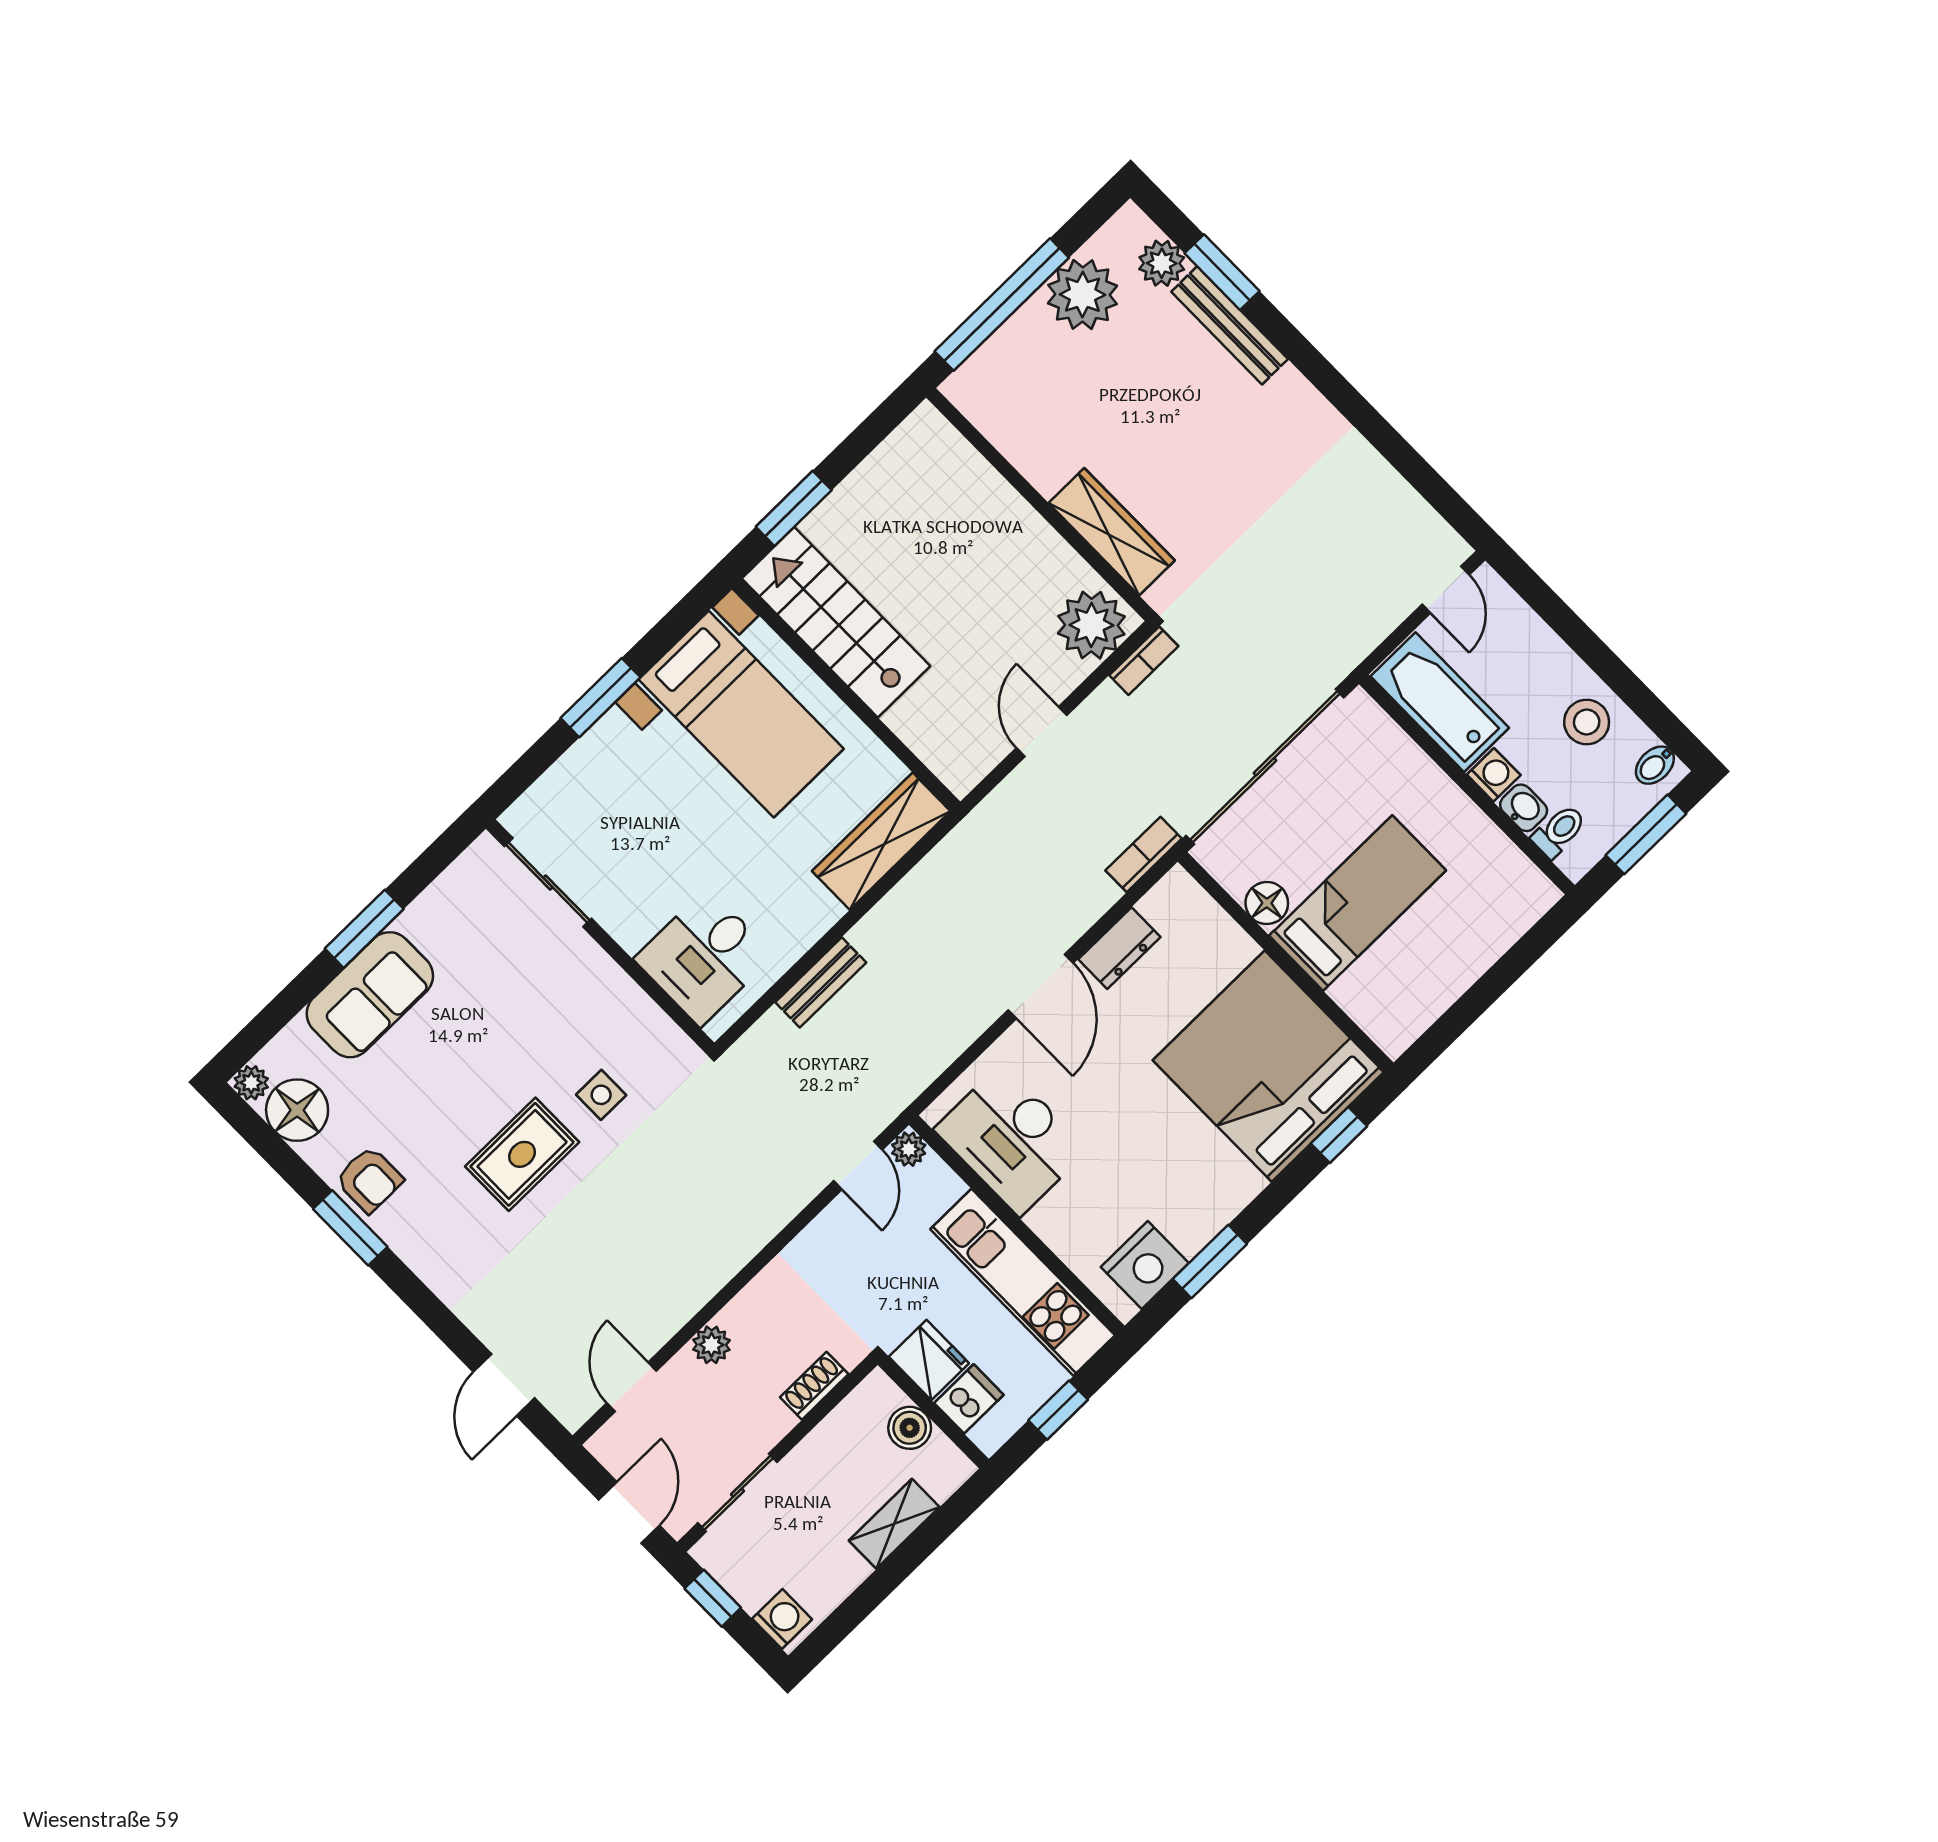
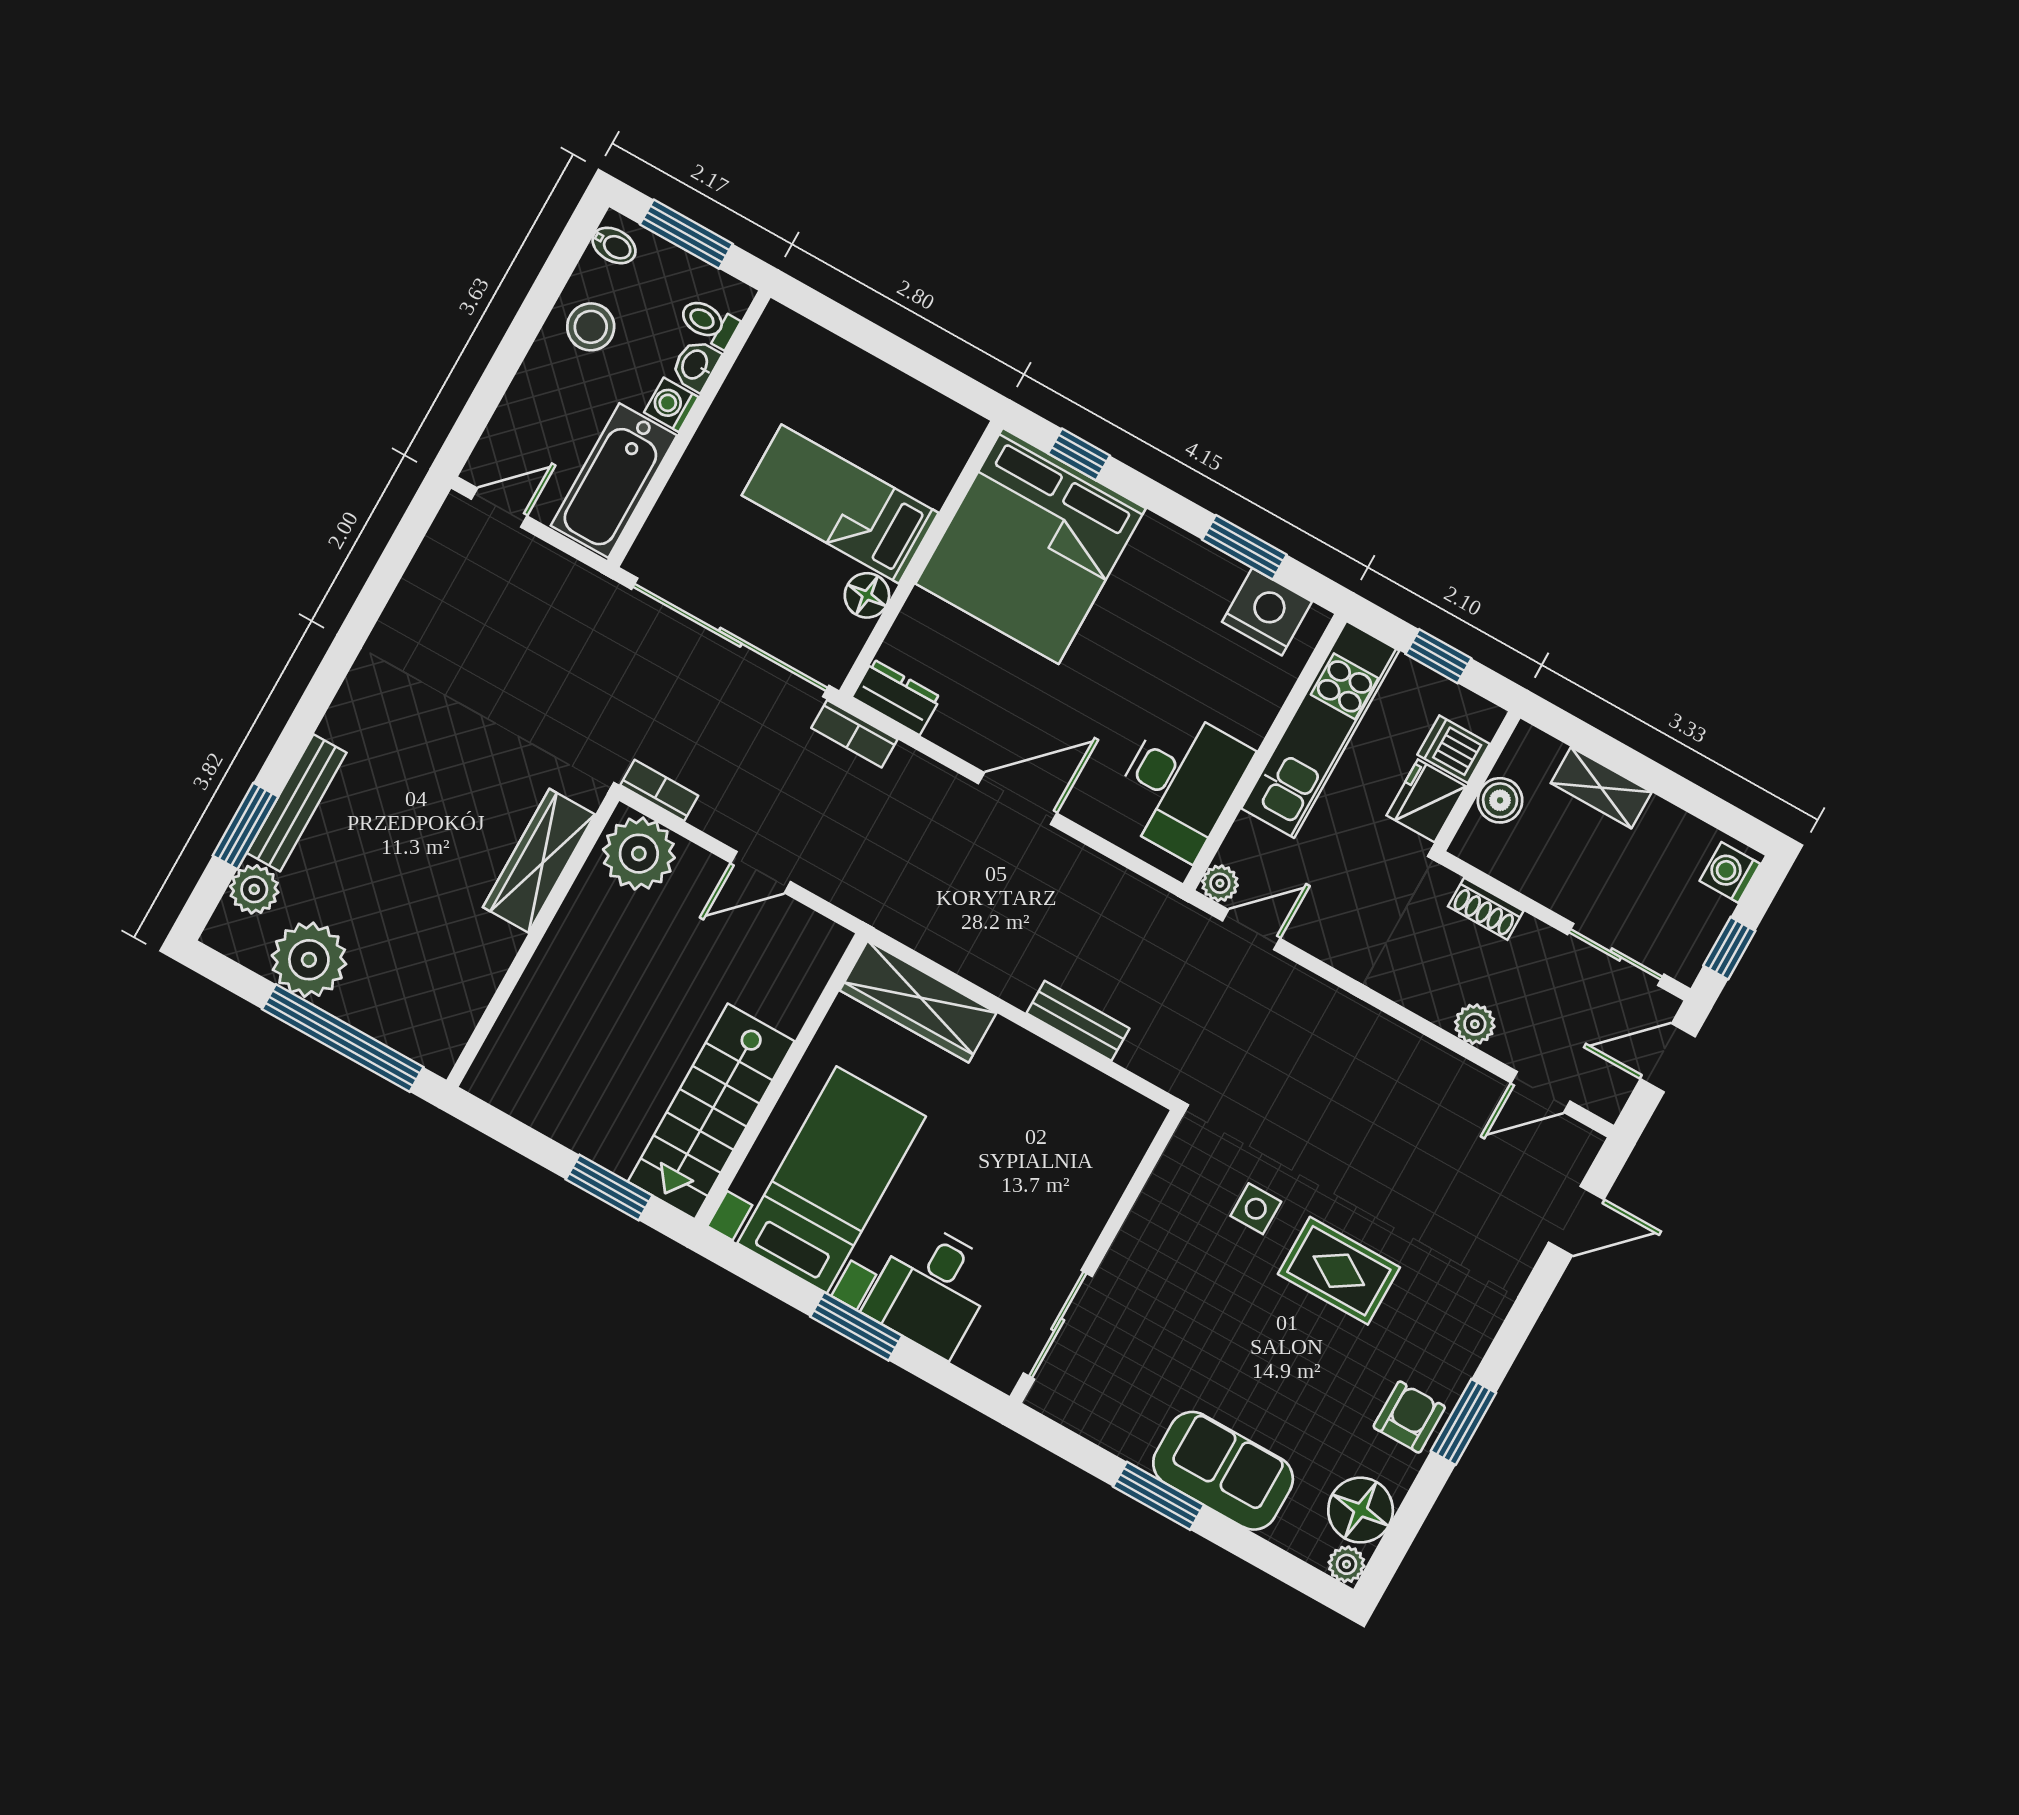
dresser: (1119, 948) -> (896, 697), moved
desk: (704, 957) -> (931, 1289), moved, turned 90

